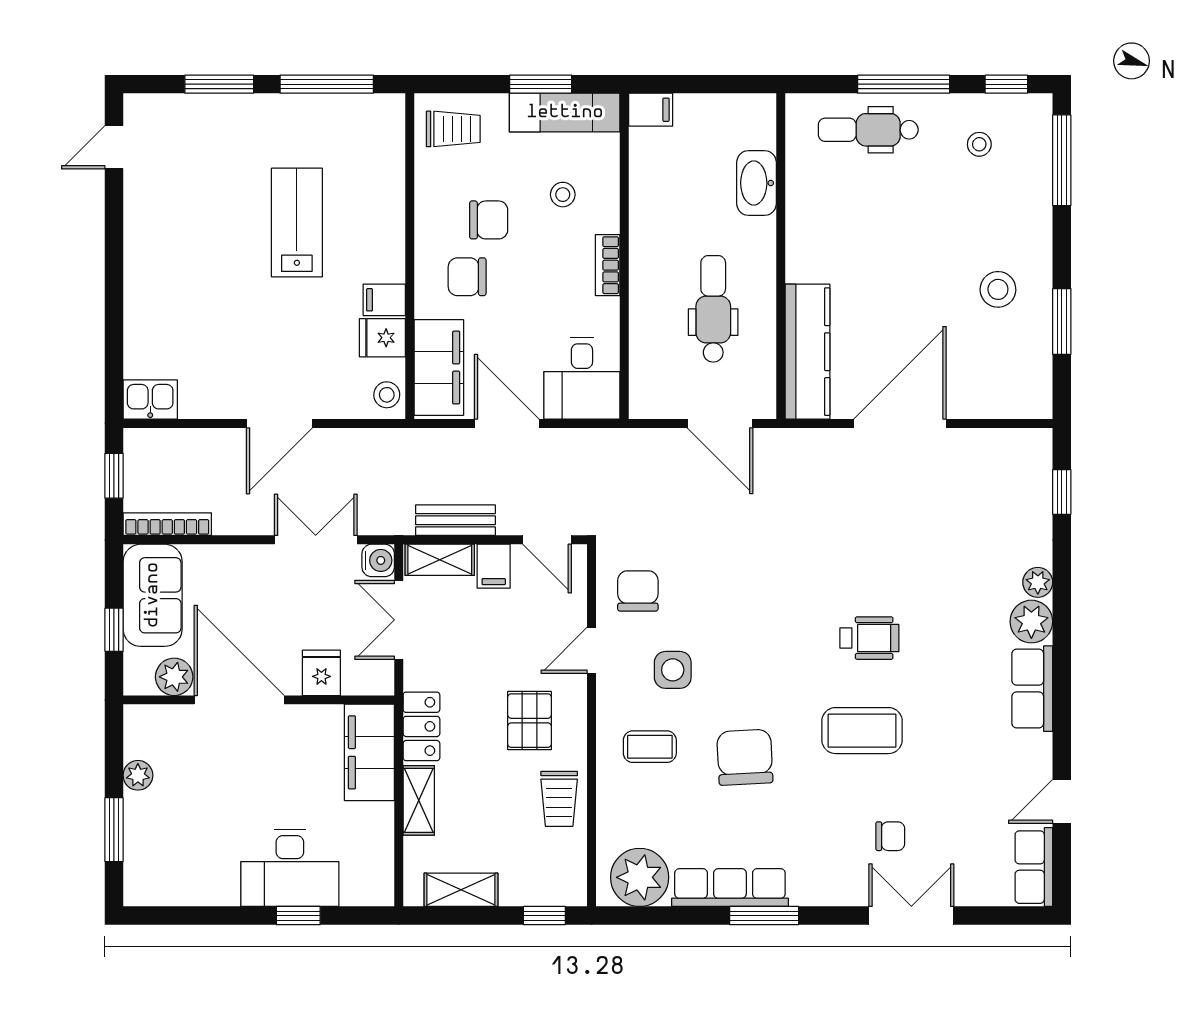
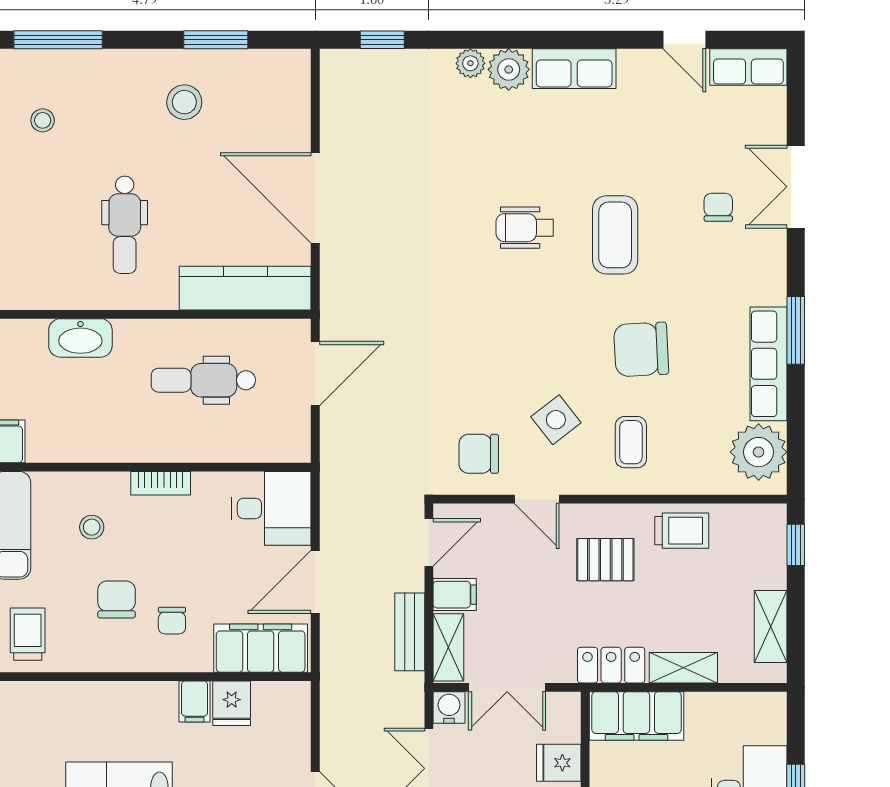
dental chair: (868, 130) -> (125, 225), moved
chair: (467, 277) -> (172, 621), width x0.73, depth x0.73
stool: (387, 395) -> (287, 699), removed
wheelchair: (869, 638) -> (525, 228), turned -90
side table: (673, 670) -> (556, 420), turned -38

